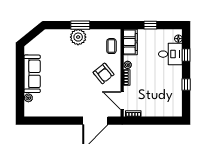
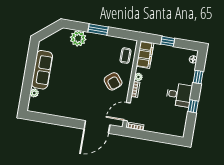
plant: (78, 37) -> (78, 38), moved
desk: (170, 54) -> (179, 95), moved
door: (122, 101) -> (127, 112), hinge flipped

